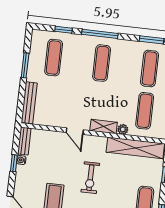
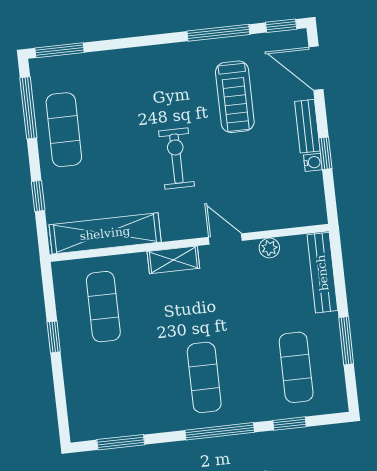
exercise mat: (150, 69) -> (112, 388), removed
plant: (123, 129) -> (269, 248), moved
bench: (24, 141) -> (307, 126), moved

